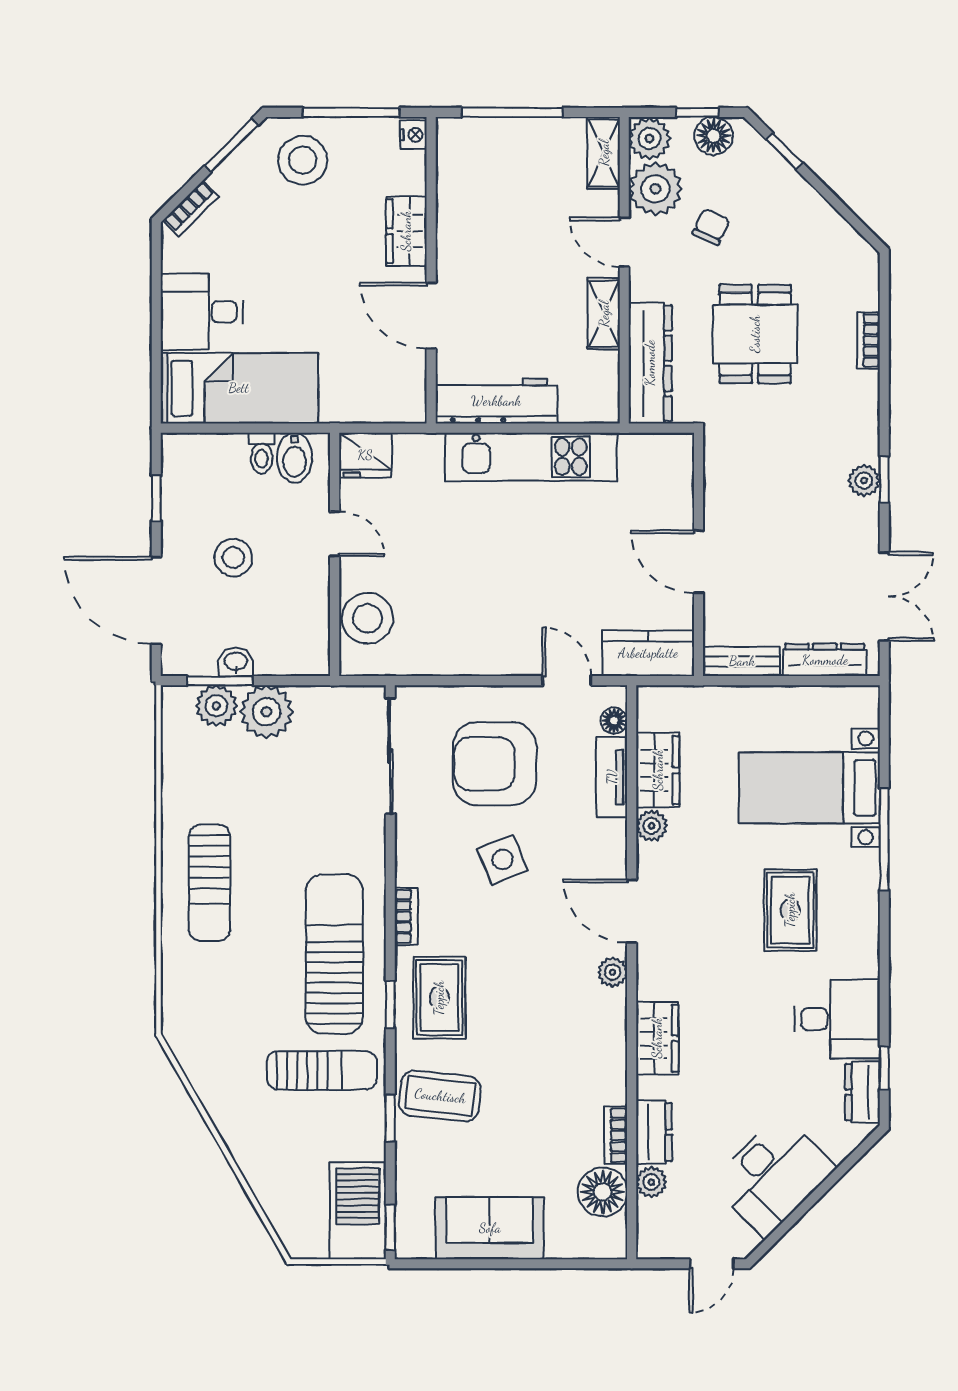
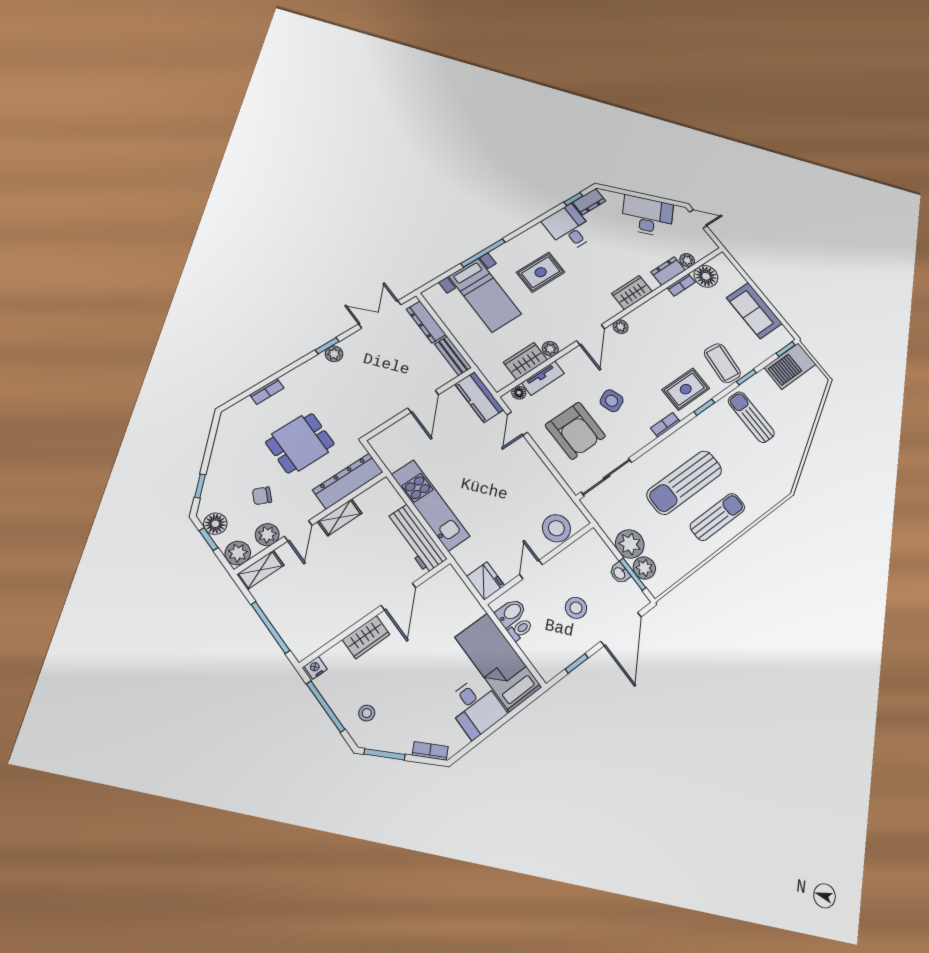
stool: (303, 160) -> (367, 713), width x0.53, depth x0.53
plant: (655, 189) -> (267, 535), width x0.73, depth x0.73
sun lounger: (334, 954) -> (684, 482), moved

